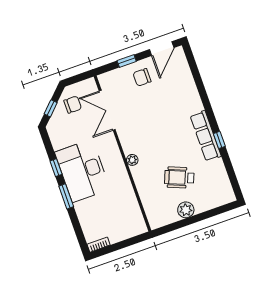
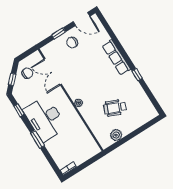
door: (162, 49) -> (81, 19), hinge flipped
row of seats: (206, 136) -> (116, 57), moved
window: (56, 168) -> (19, 110), moved
plant: (186, 210) -> (116, 135), moved

